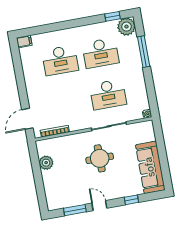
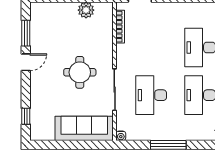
window: (144, 52) -> (168, 145), moved
sofa: (150, 167) -> (84, 128), moved
window: (131, 200) -> (26, 116), moved

